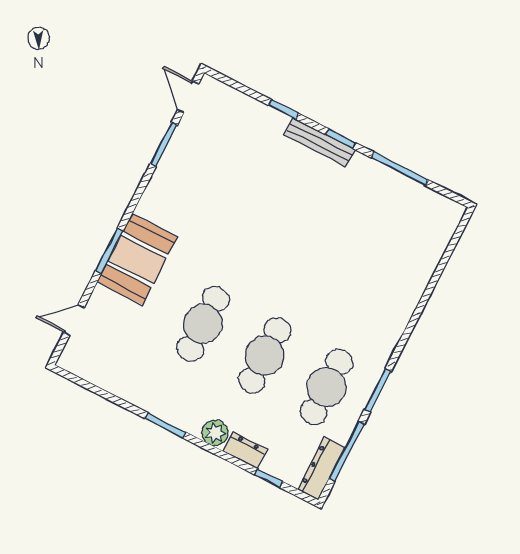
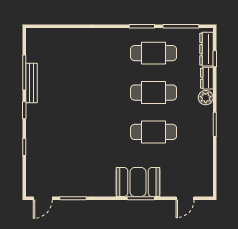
bench: (320, 142) -> (31, 83), moved
door: (74, 320) -> (185, 198), hinge flipped
dresser: (321, 468) -> (206, 49), moved, turned 90

